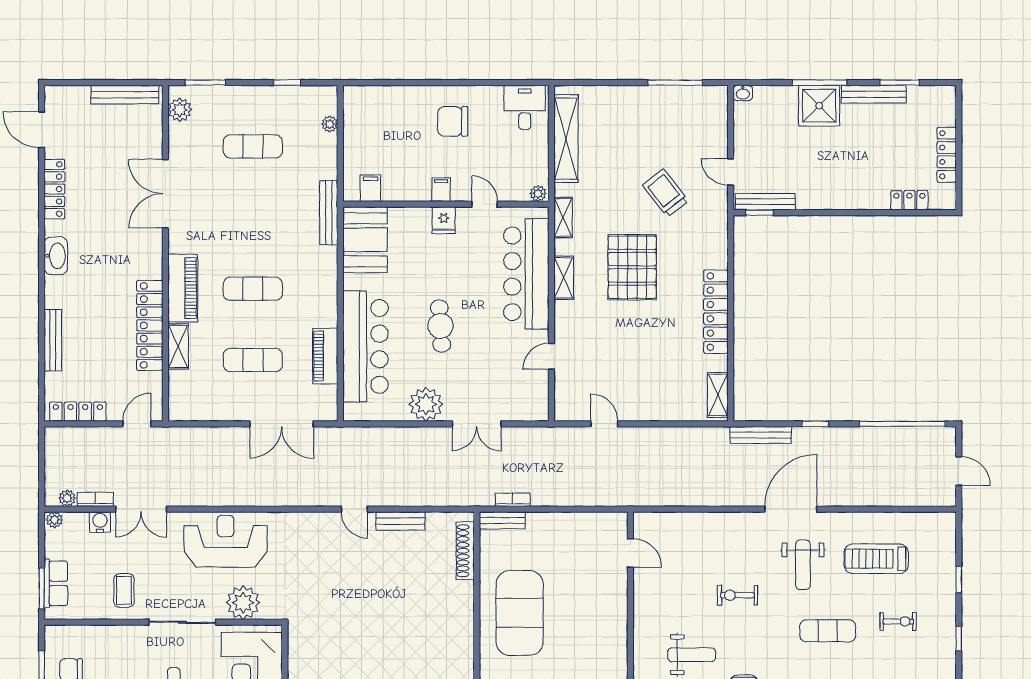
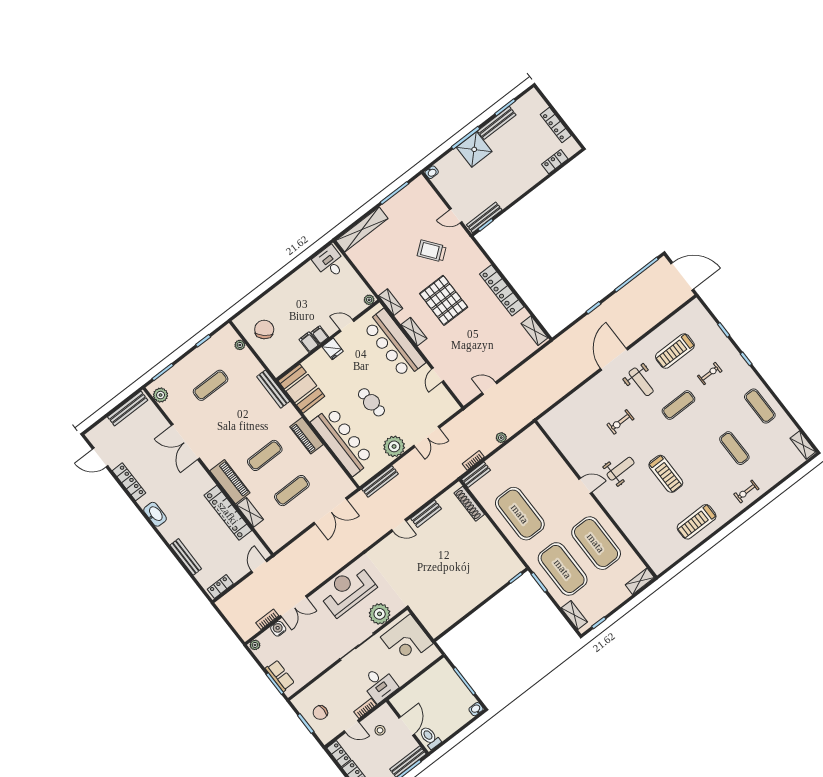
chair: (453, 121) -> (264, 329), moved, turned 132
shelving: (566, 139) -> (362, 229), moved, turned 90
filing cabinet: (370, 188) -> (309, 342), moved
piano: (325, 356) -> (307, 436), moved
locker: (78, 412) -> (220, 587), width x0.66
bench: (761, 435) -> (380, 481), moved
door: (959, 471) -> (682, 276), width x1.87
plant: (67, 498) -> (501, 438), moved
door: (630, 553) -> (585, 486), moved
coffee table: (124, 590) -> (316, 653), removed

